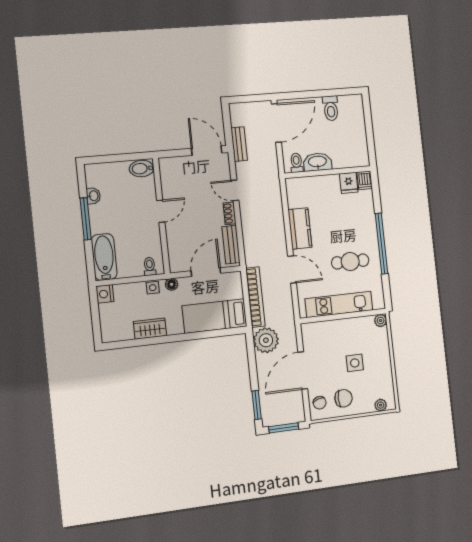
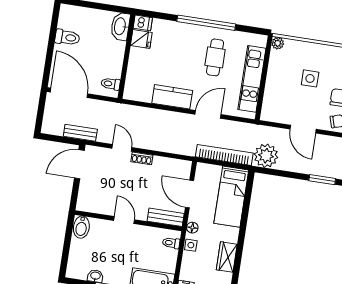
washbasin: (317, 162) -> (120, 26), moved
door: (235, 190) -> (122, 148), swing flipped
bench: (231, 245) -> (166, 217), moved
door: (303, 370) -> (303, 129), width x0.73

